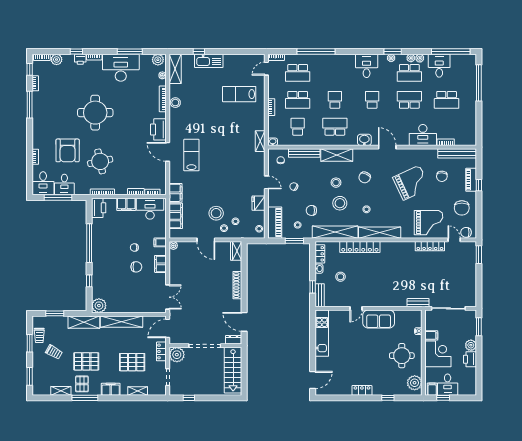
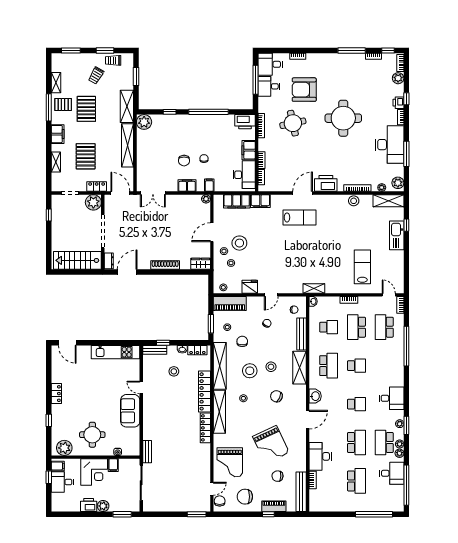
school desk: (447, 100) -> (356, 481), turned 180
locker: (430, 246) -> (205, 428), moved

